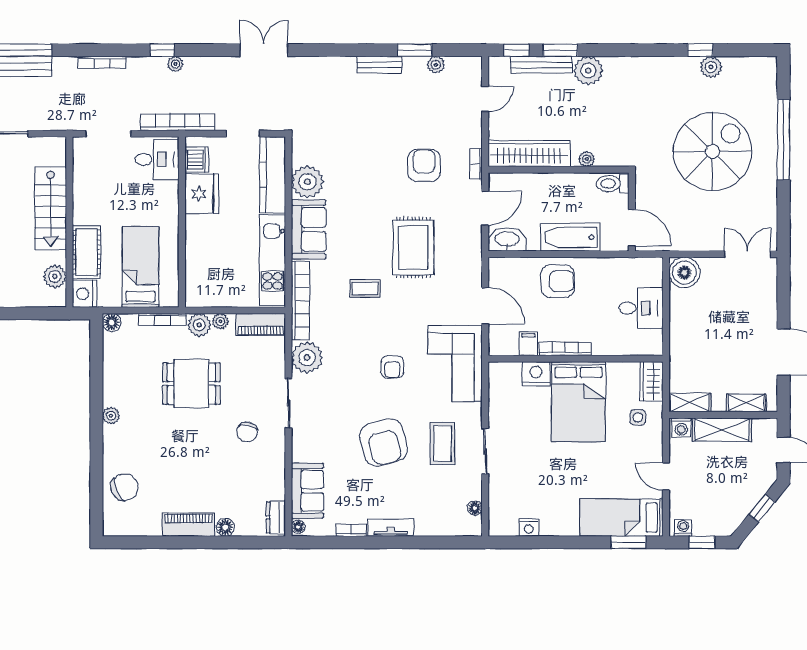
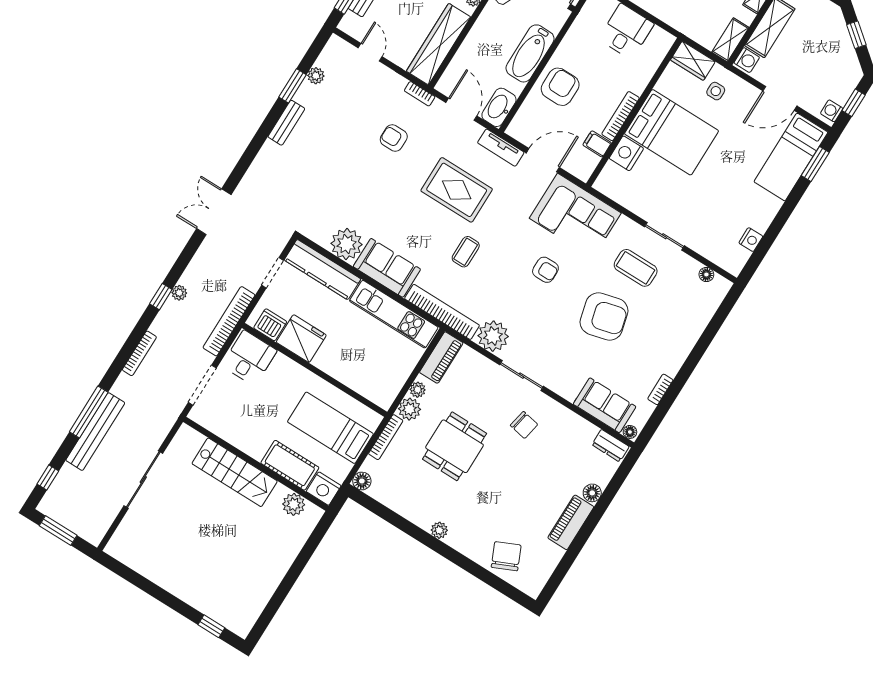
armchair: (424, 165) -> (394, 138), width x0.72, depth x0.72
door: (666, 477) -> (780, 98), width x1.38
tv unit: (391, 528) -> (501, 148), moved, turned -90

